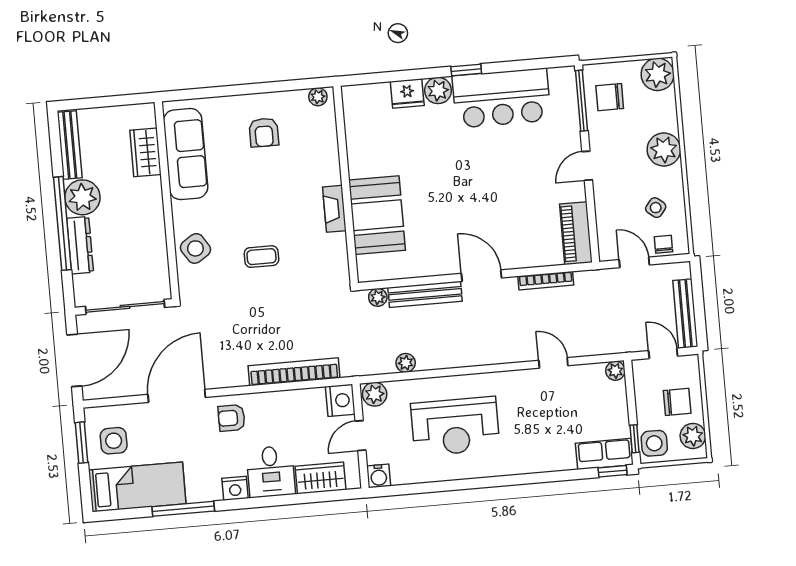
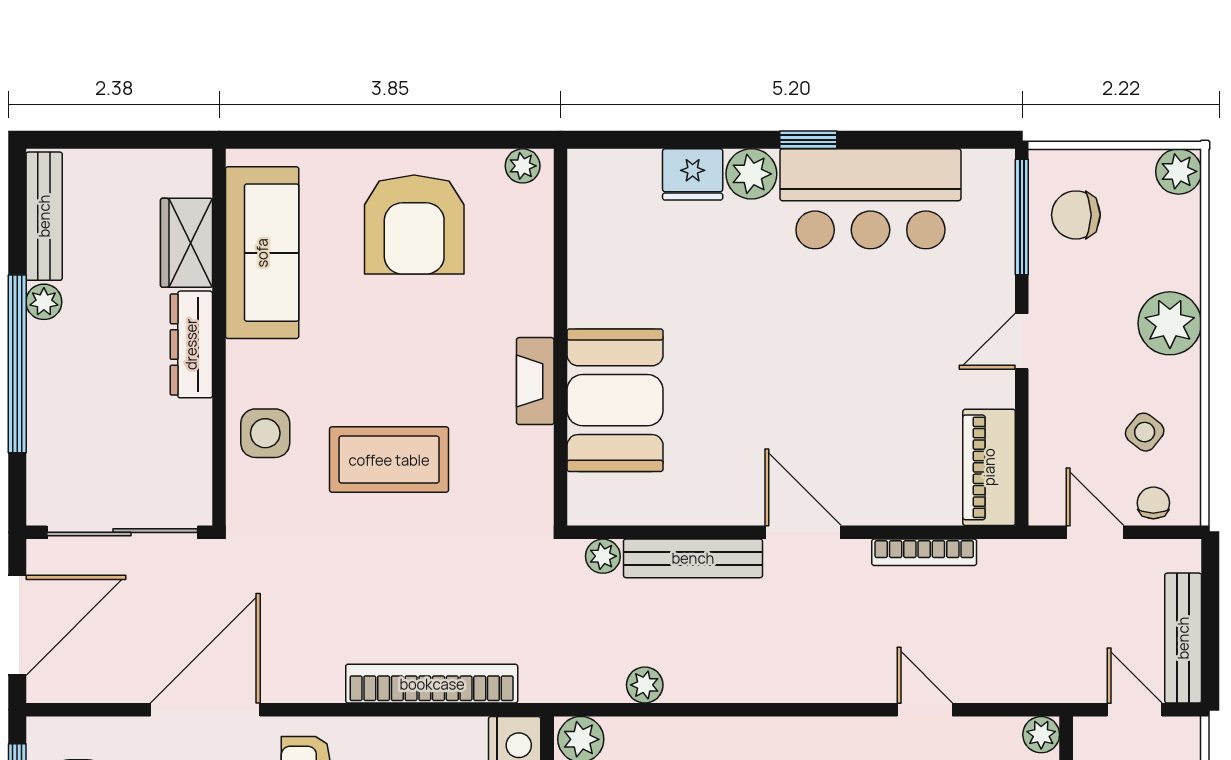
plant: (658, 74) -> (1179, 171), width x0.73, depth x0.73
armchair: (264, 132) -> (414, 225), width x1.88, depth x1.88
plant: (82, 197) -> (44, 302), width x0.53, depth x0.53
dresser: (80, 245) -> (191, 344), moved, turned 180
side table: (195, 248) -> (265, 433), turned 33
coffee table: (261, 257) -> (389, 460), width x1.86, depth x1.72

